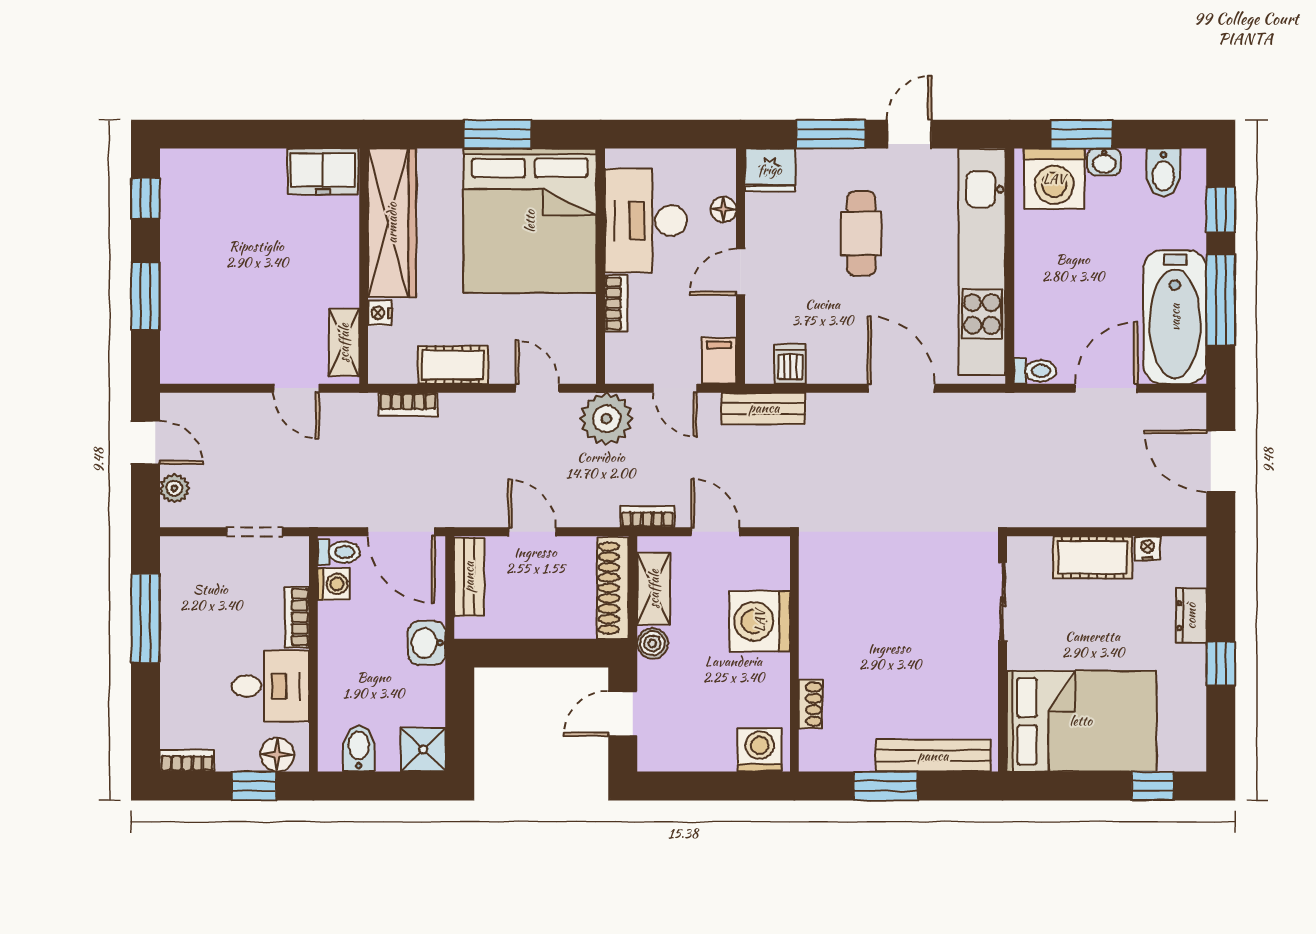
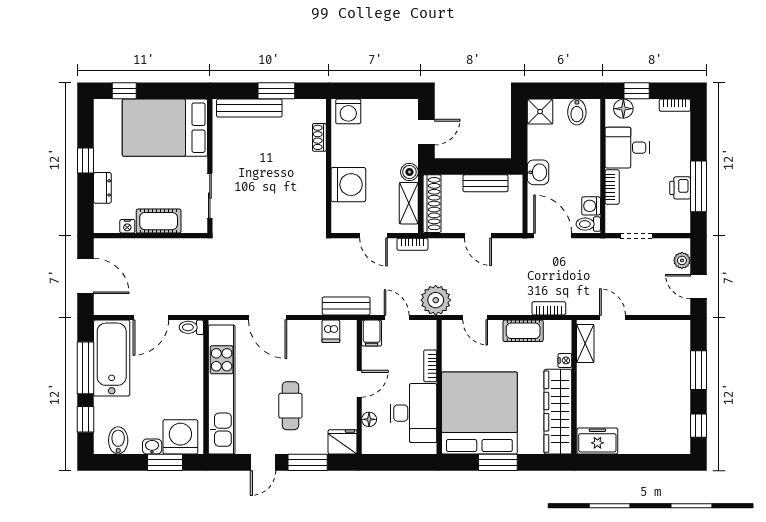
bench: (469, 577) -> (485, 183), moved, turned 90
printer: (178, 615) -> (680, 188), added

